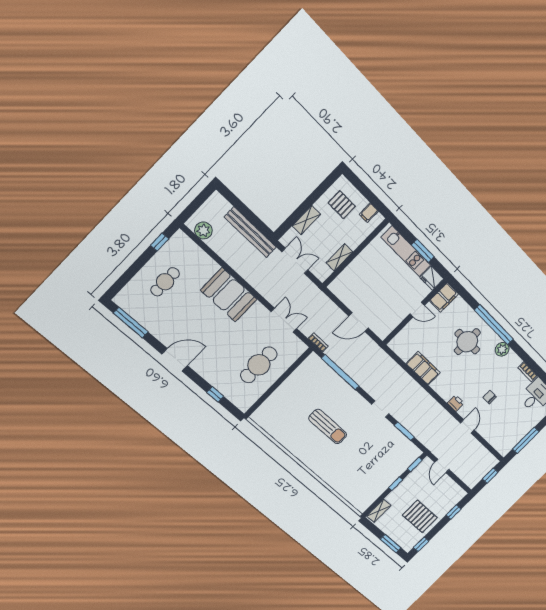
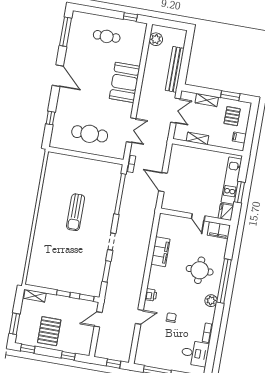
window: (319, 192) -> (230, 96), added

